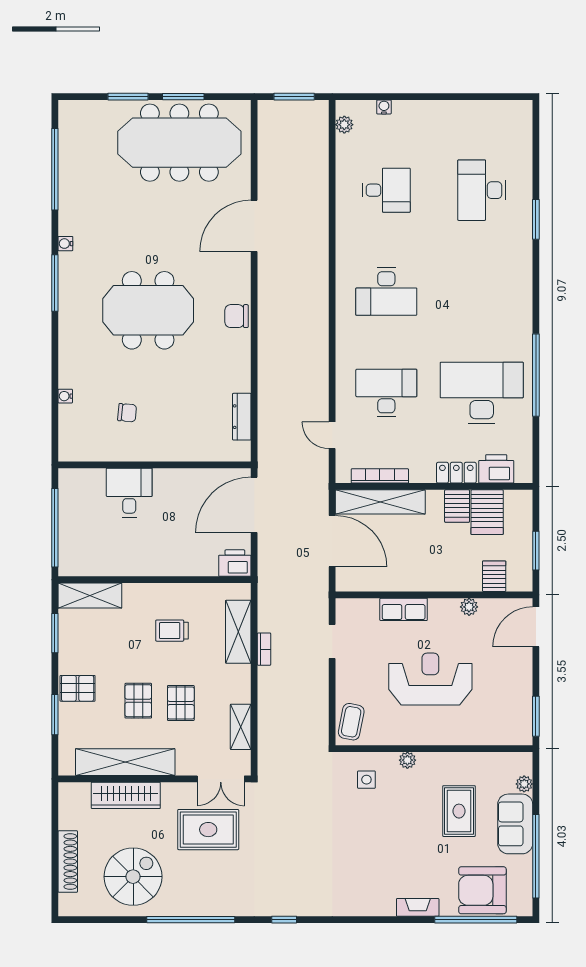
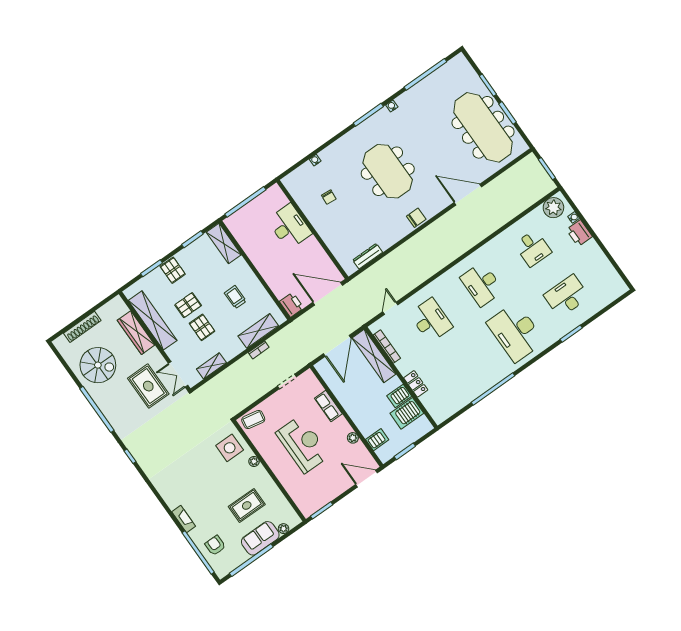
plant: (344, 125) -> (553, 208), width x1.87, depth x1.87
chair: (237, 316) -> (416, 218), turned 90
desk: (482, 393) -> (516, 332), moved, turned 180
printer: (496, 469) -> (579, 233), moved, turned 180
desk: (129, 493) -> (289, 227), width x1.37
pallet: (181, 703) -> (202, 327), turned 90
side table: (366, 780) -> (230, 448), width x1.87, depth x1.87
armchair: (482, 890) -> (215, 545), width x0.53, depth x0.53

